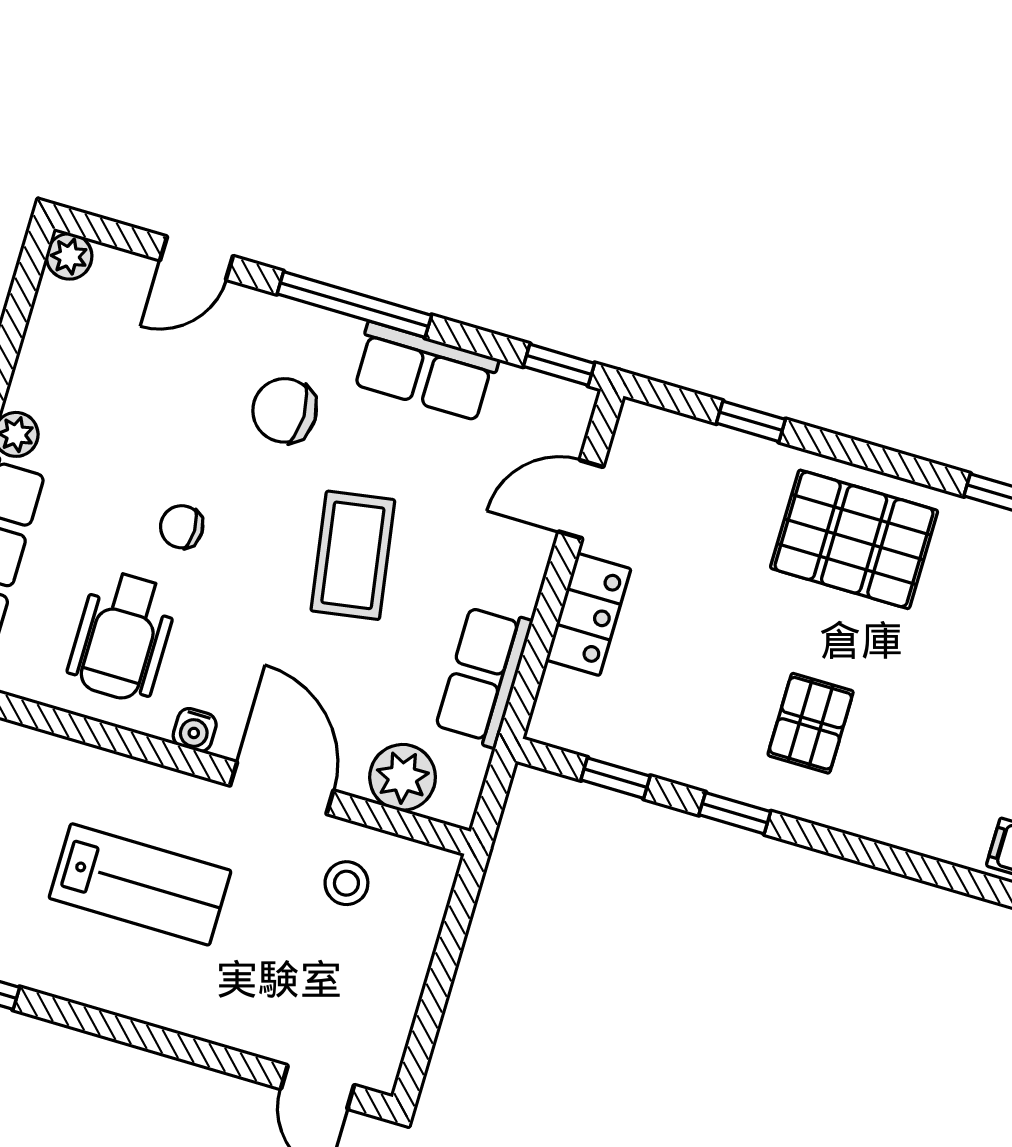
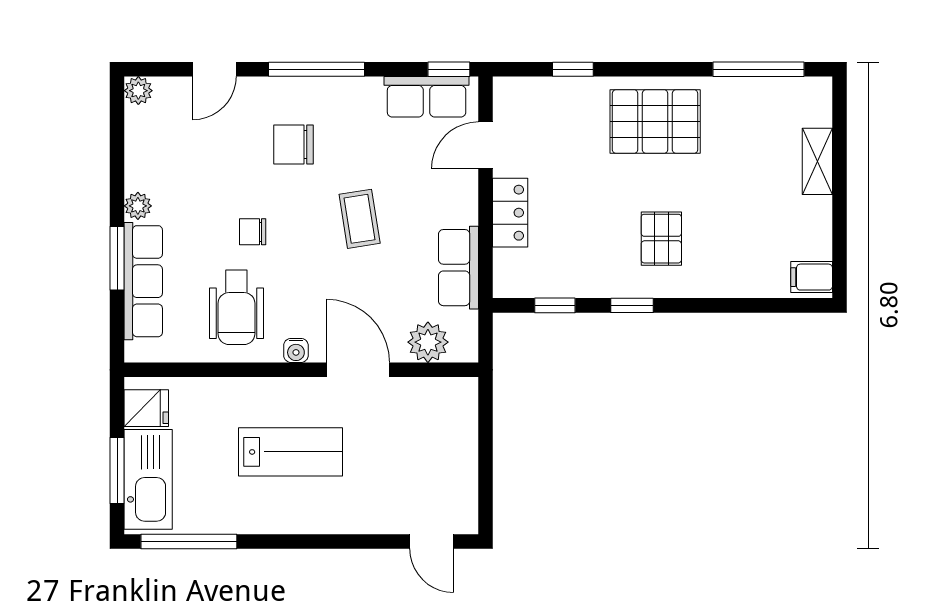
row of seats: (425, 371) -> (427, 97), moved
coffee table: (353, 555) -> (360, 219), width x0.73, depth x0.77
stool: (346, 883) -> (413, 415), removed

